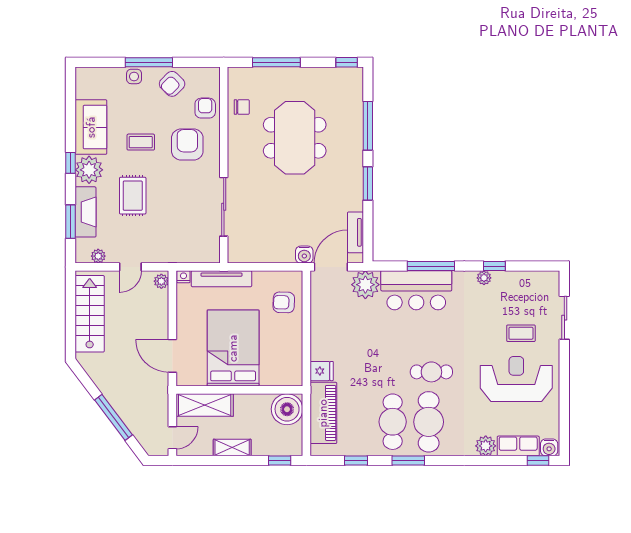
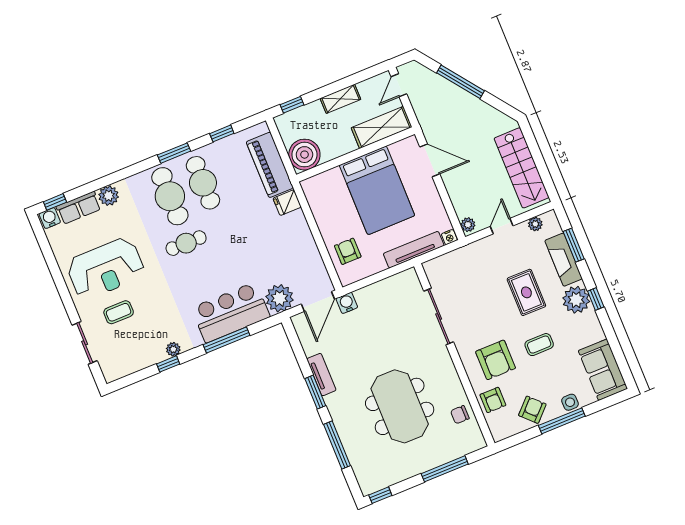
sofa: (91, 127) -> (603, 370), moved
tv unit: (355, 232) -> (321, 375), moved
armchair: (284, 302) -> (348, 251), turned -92

